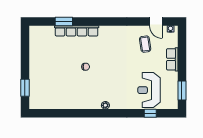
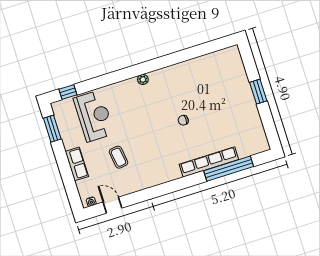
window: (64, 22) -> (229, 169), width x2.11
coffee table: (145, 44) -> (119, 157), moved
window: (25, 88) -> (258, 92), moved
window: (150, 113) -> (68, 92), moved

